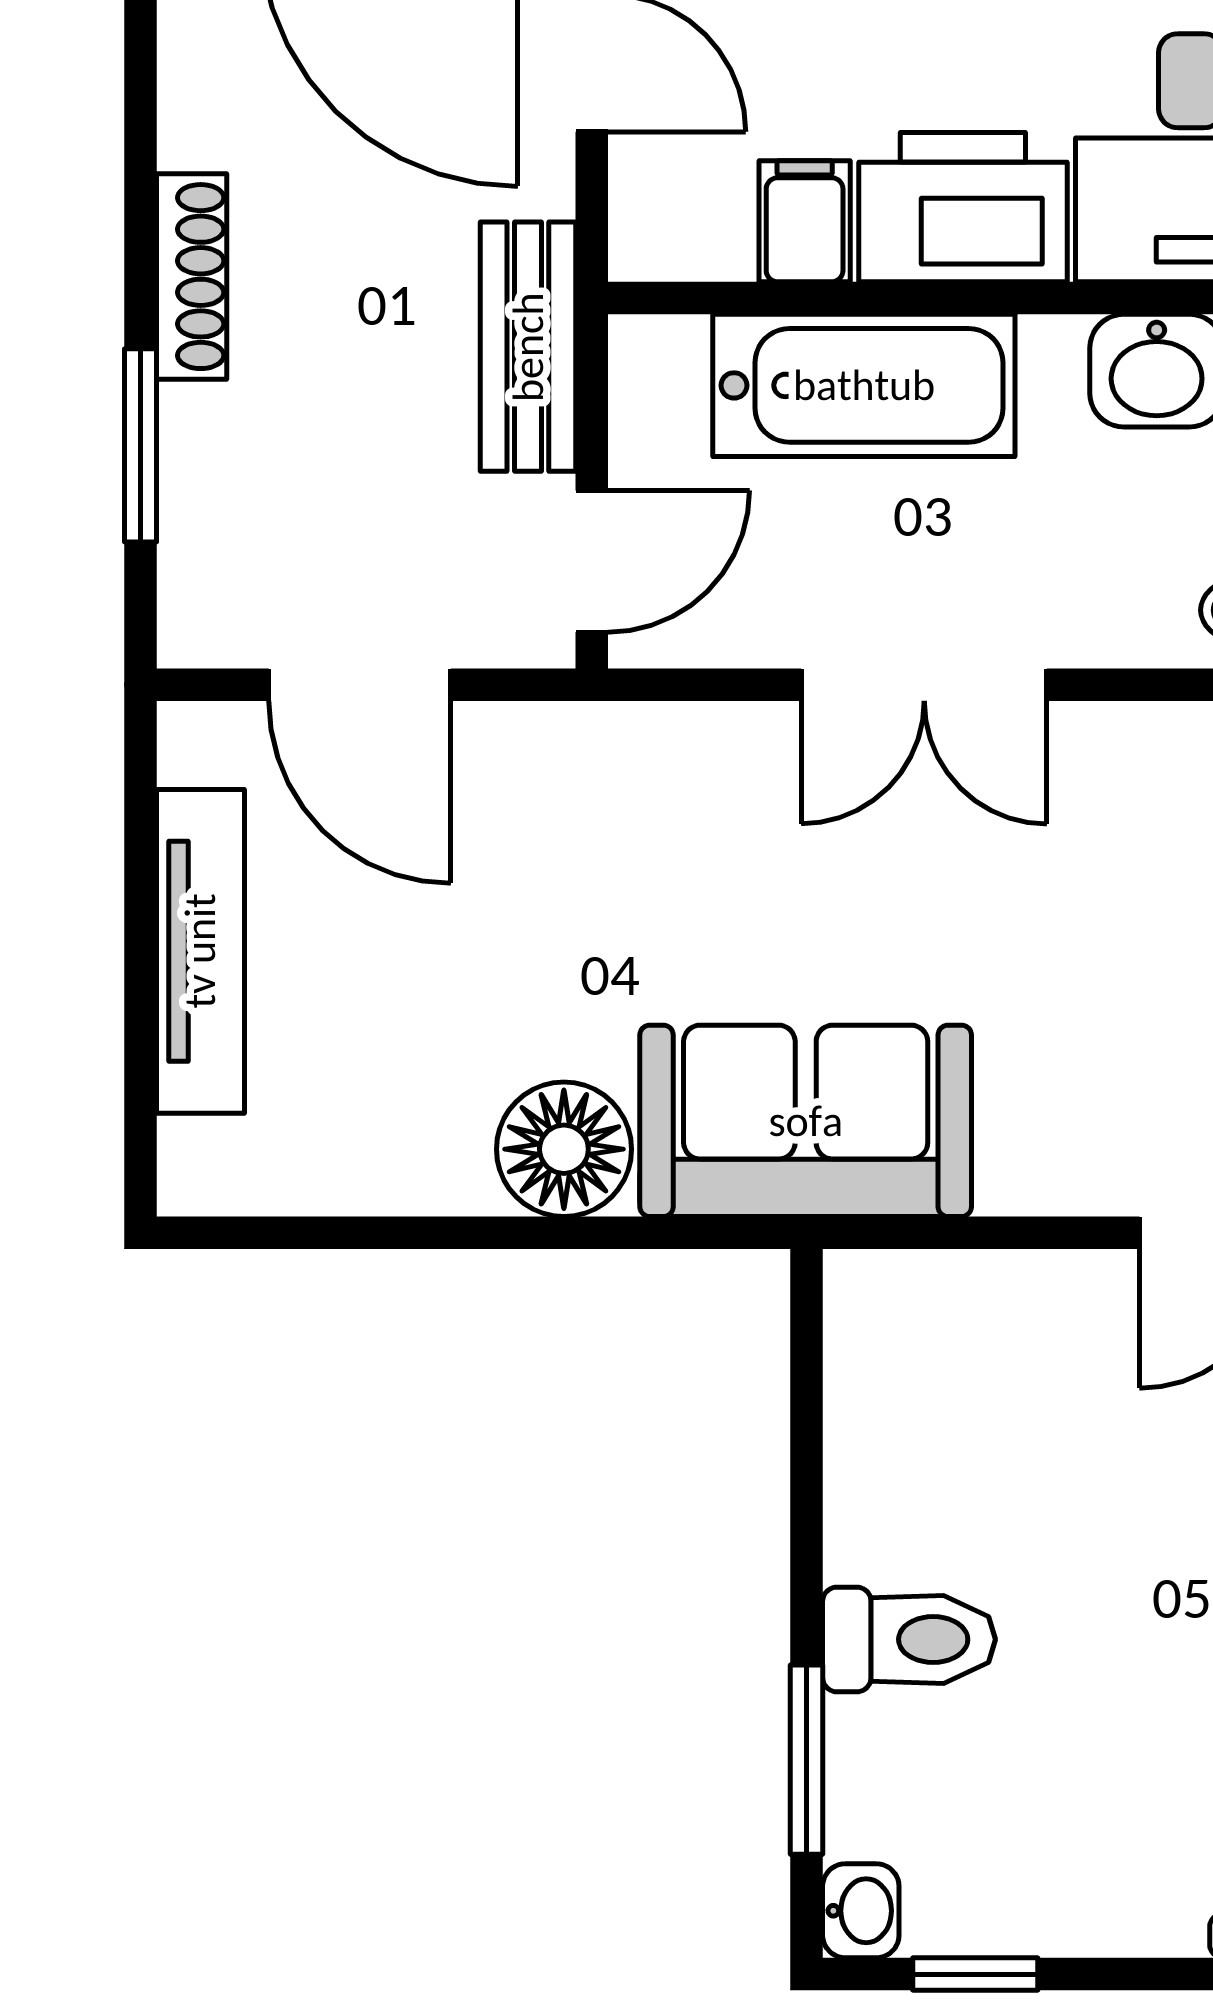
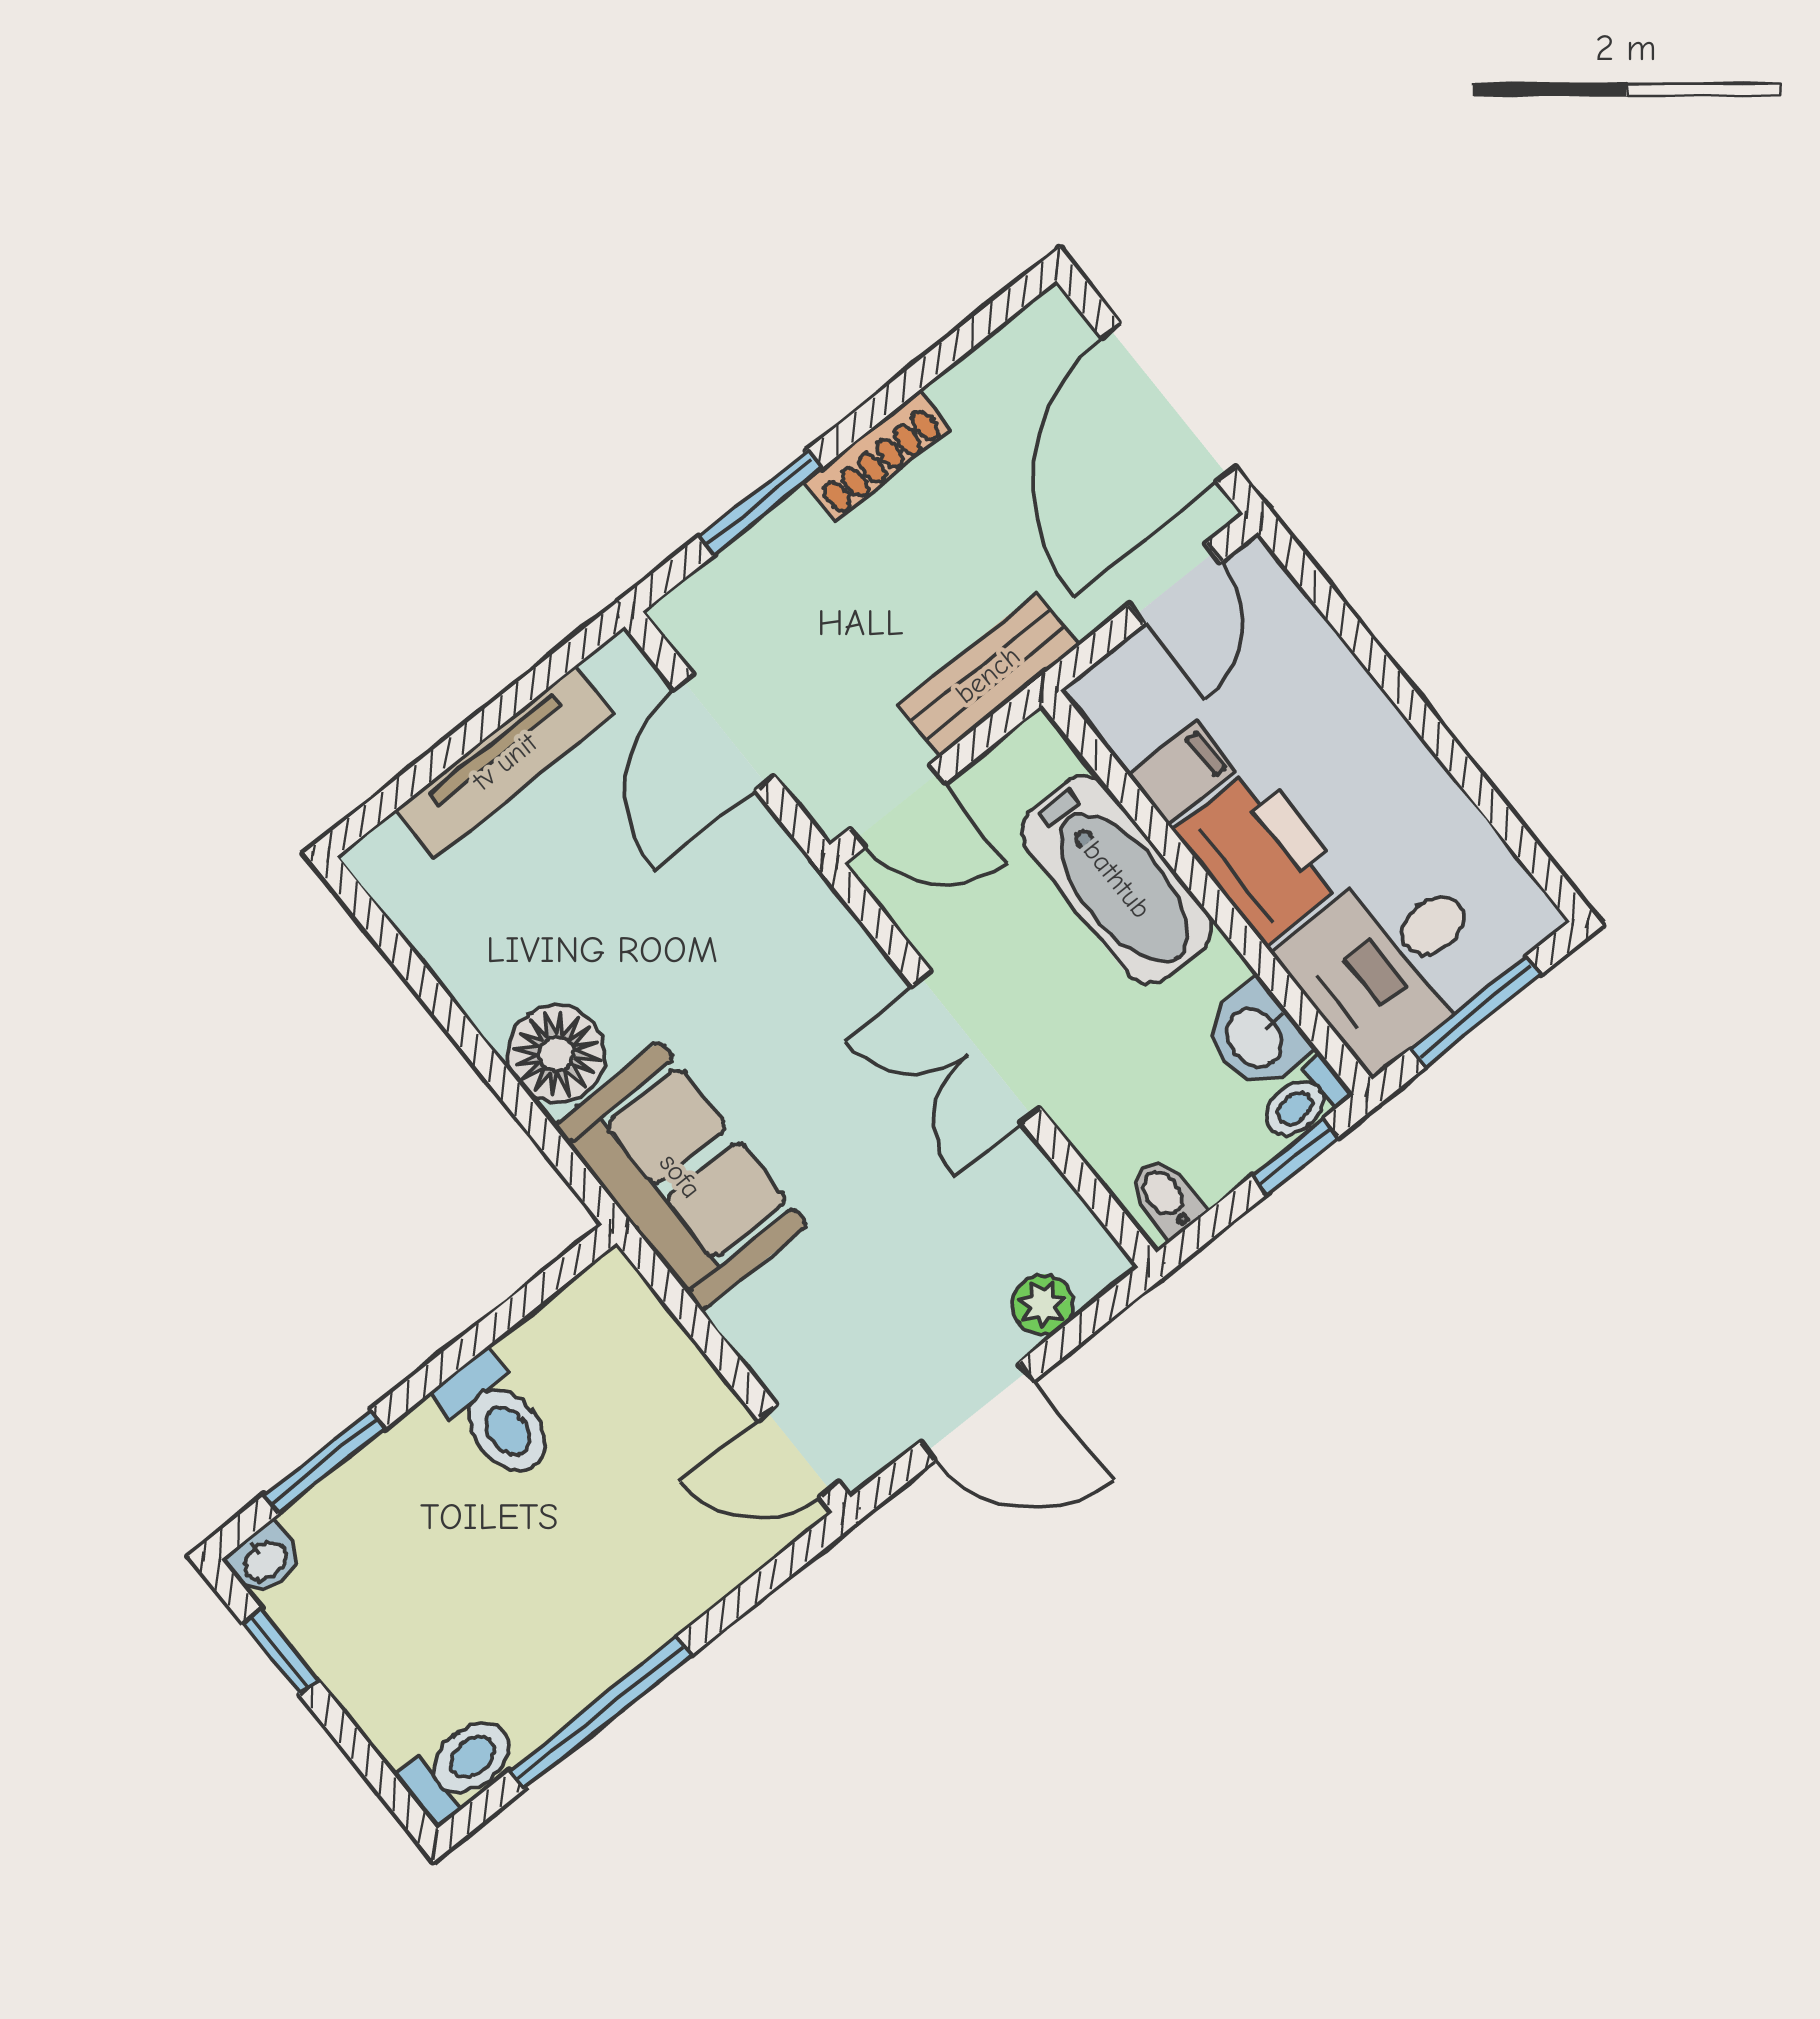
toilet: (909, 1639) -> (497, 1418), moved

